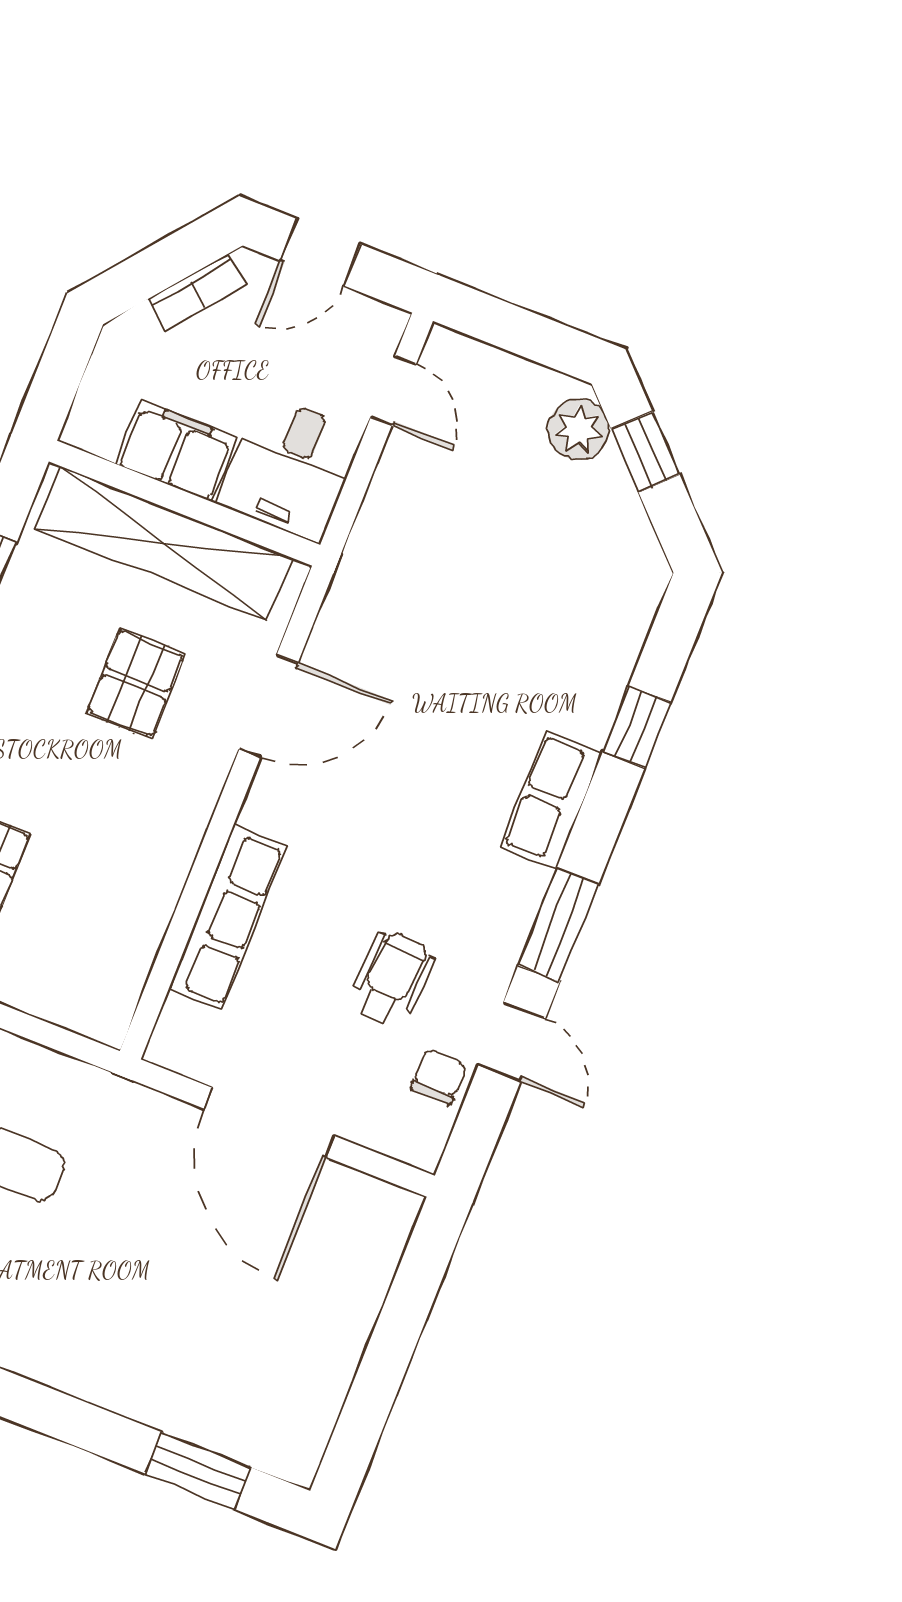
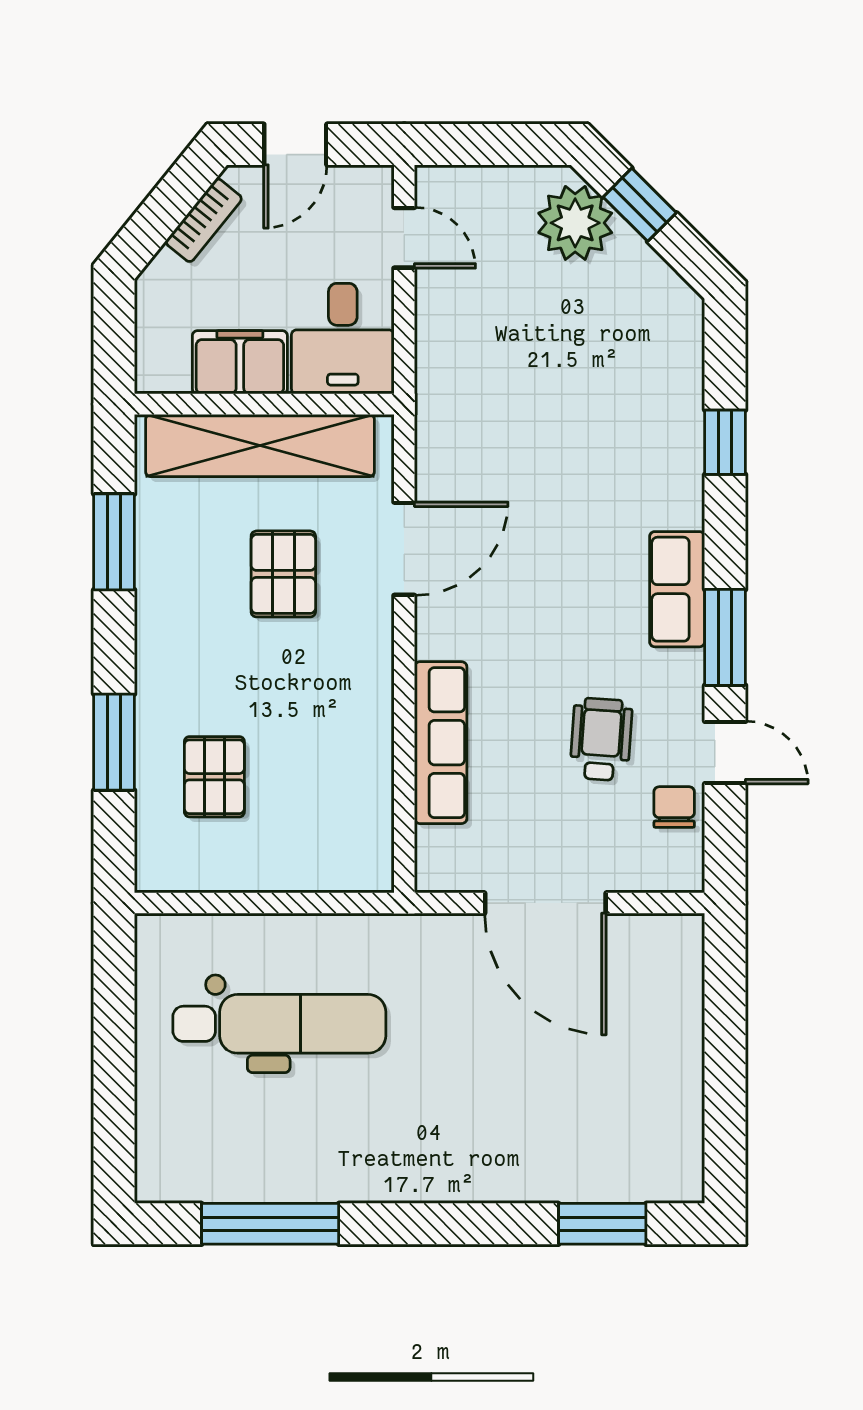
plant: (578, 430) -> (575, 223), width x1.36, depth x1.36
row of seats: (551, 800) -> (677, 589), moved

